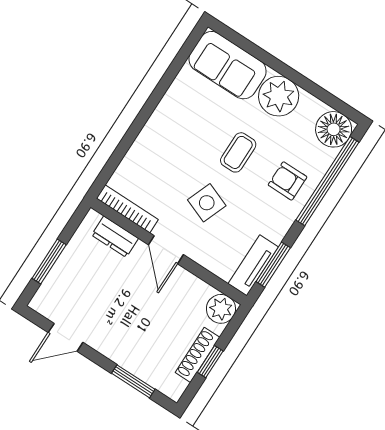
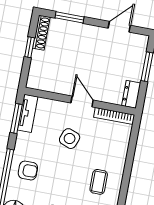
coffee table: (238, 152) -> (99, 182), moved
dresser: (115, 237) -> (131, 94), moved, turned -90
plant: (221, 309) -> (36, 80), removed
shoe rack: (197, 355) -> (41, 33), moved

